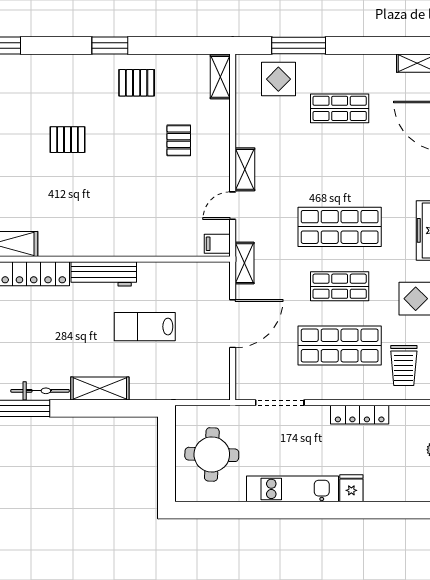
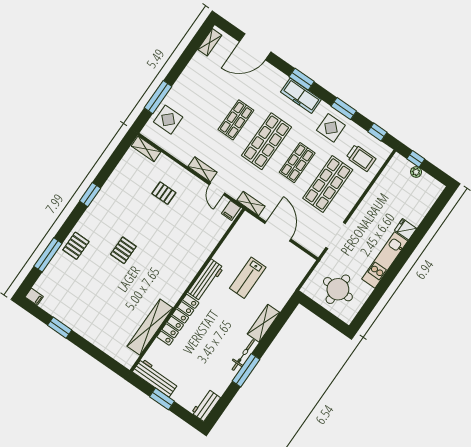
pallet: (137, 83) -> (76, 246), moved
shop shelf: (340, 108) -> (236, 120), moved
locker: (360, 415) -> (371, 199), removed

